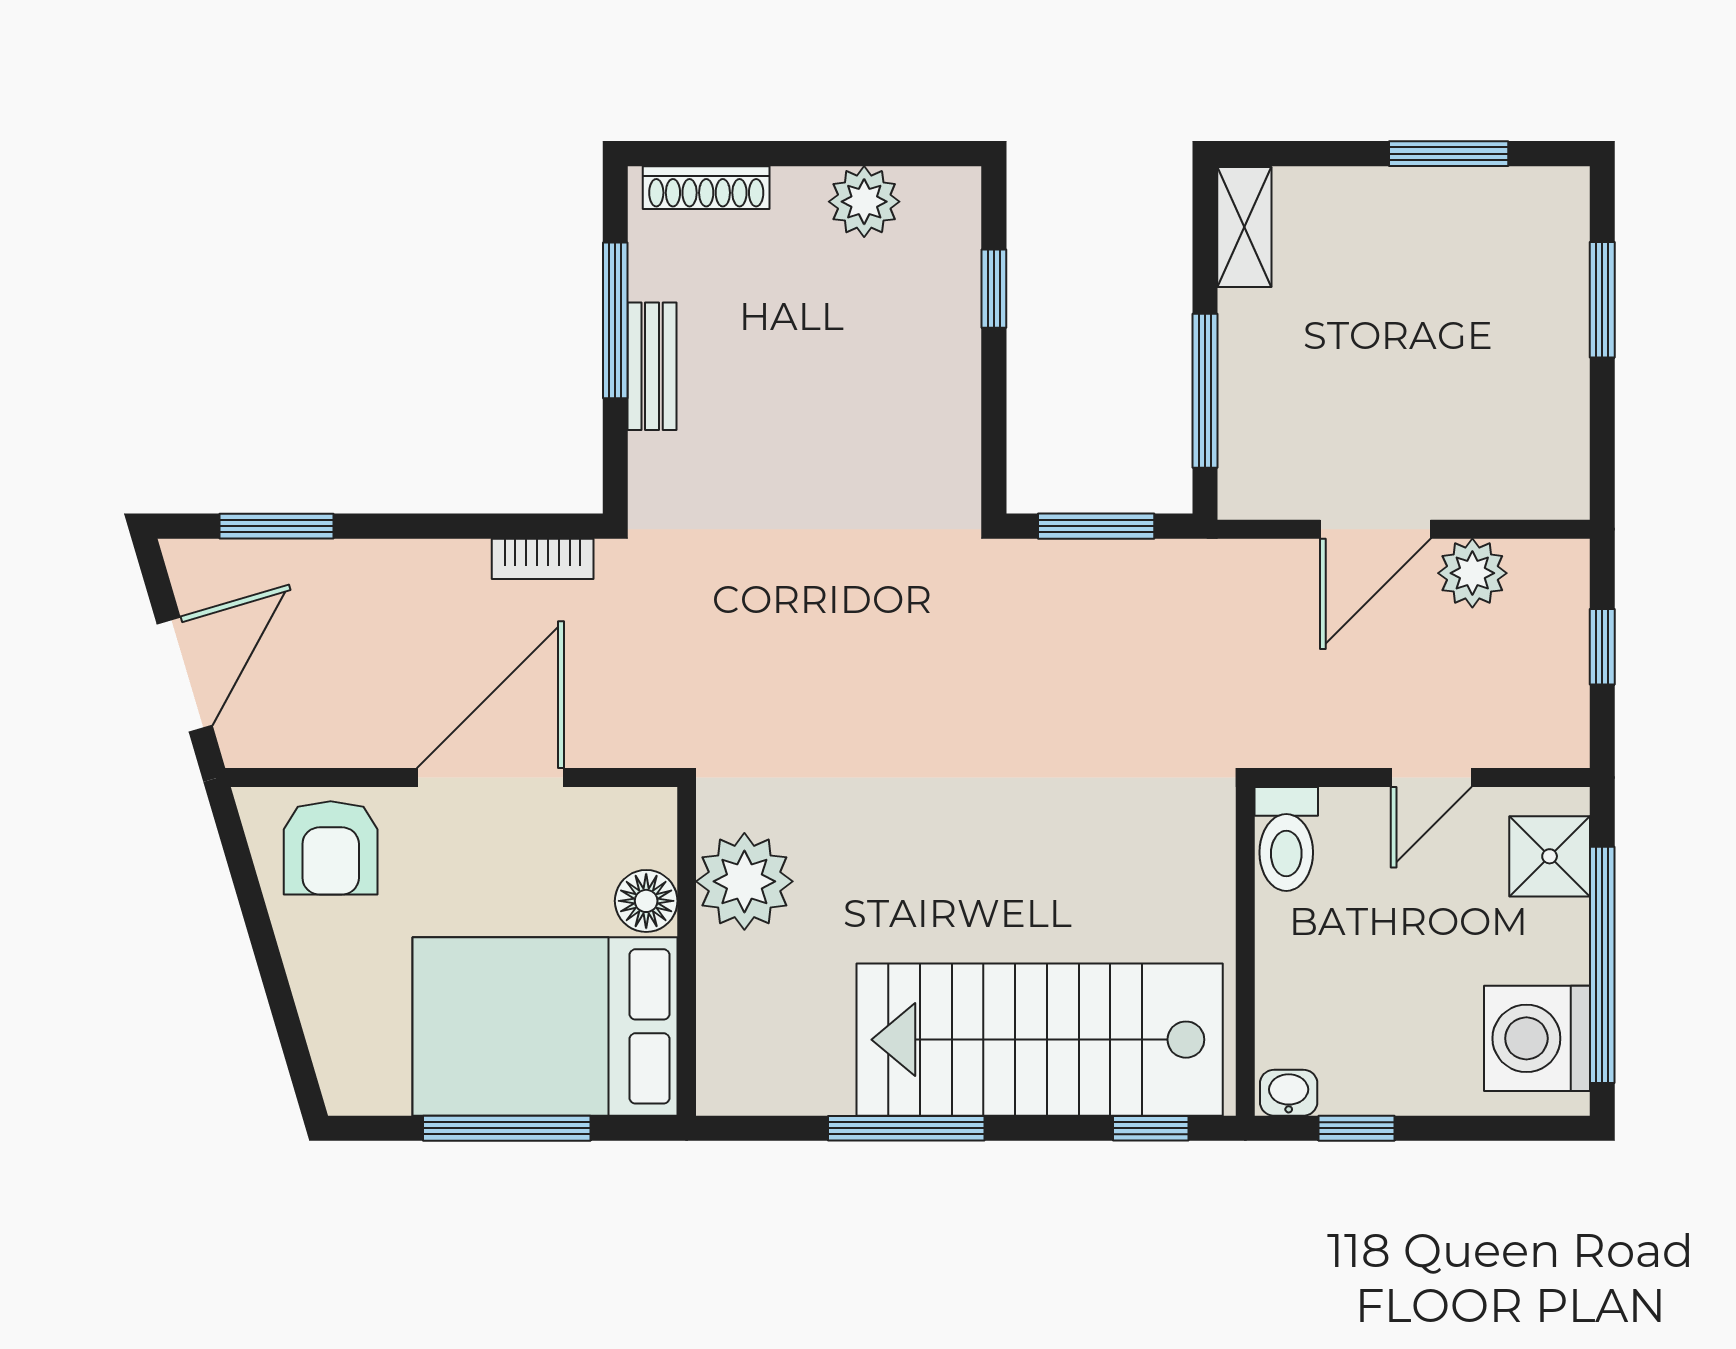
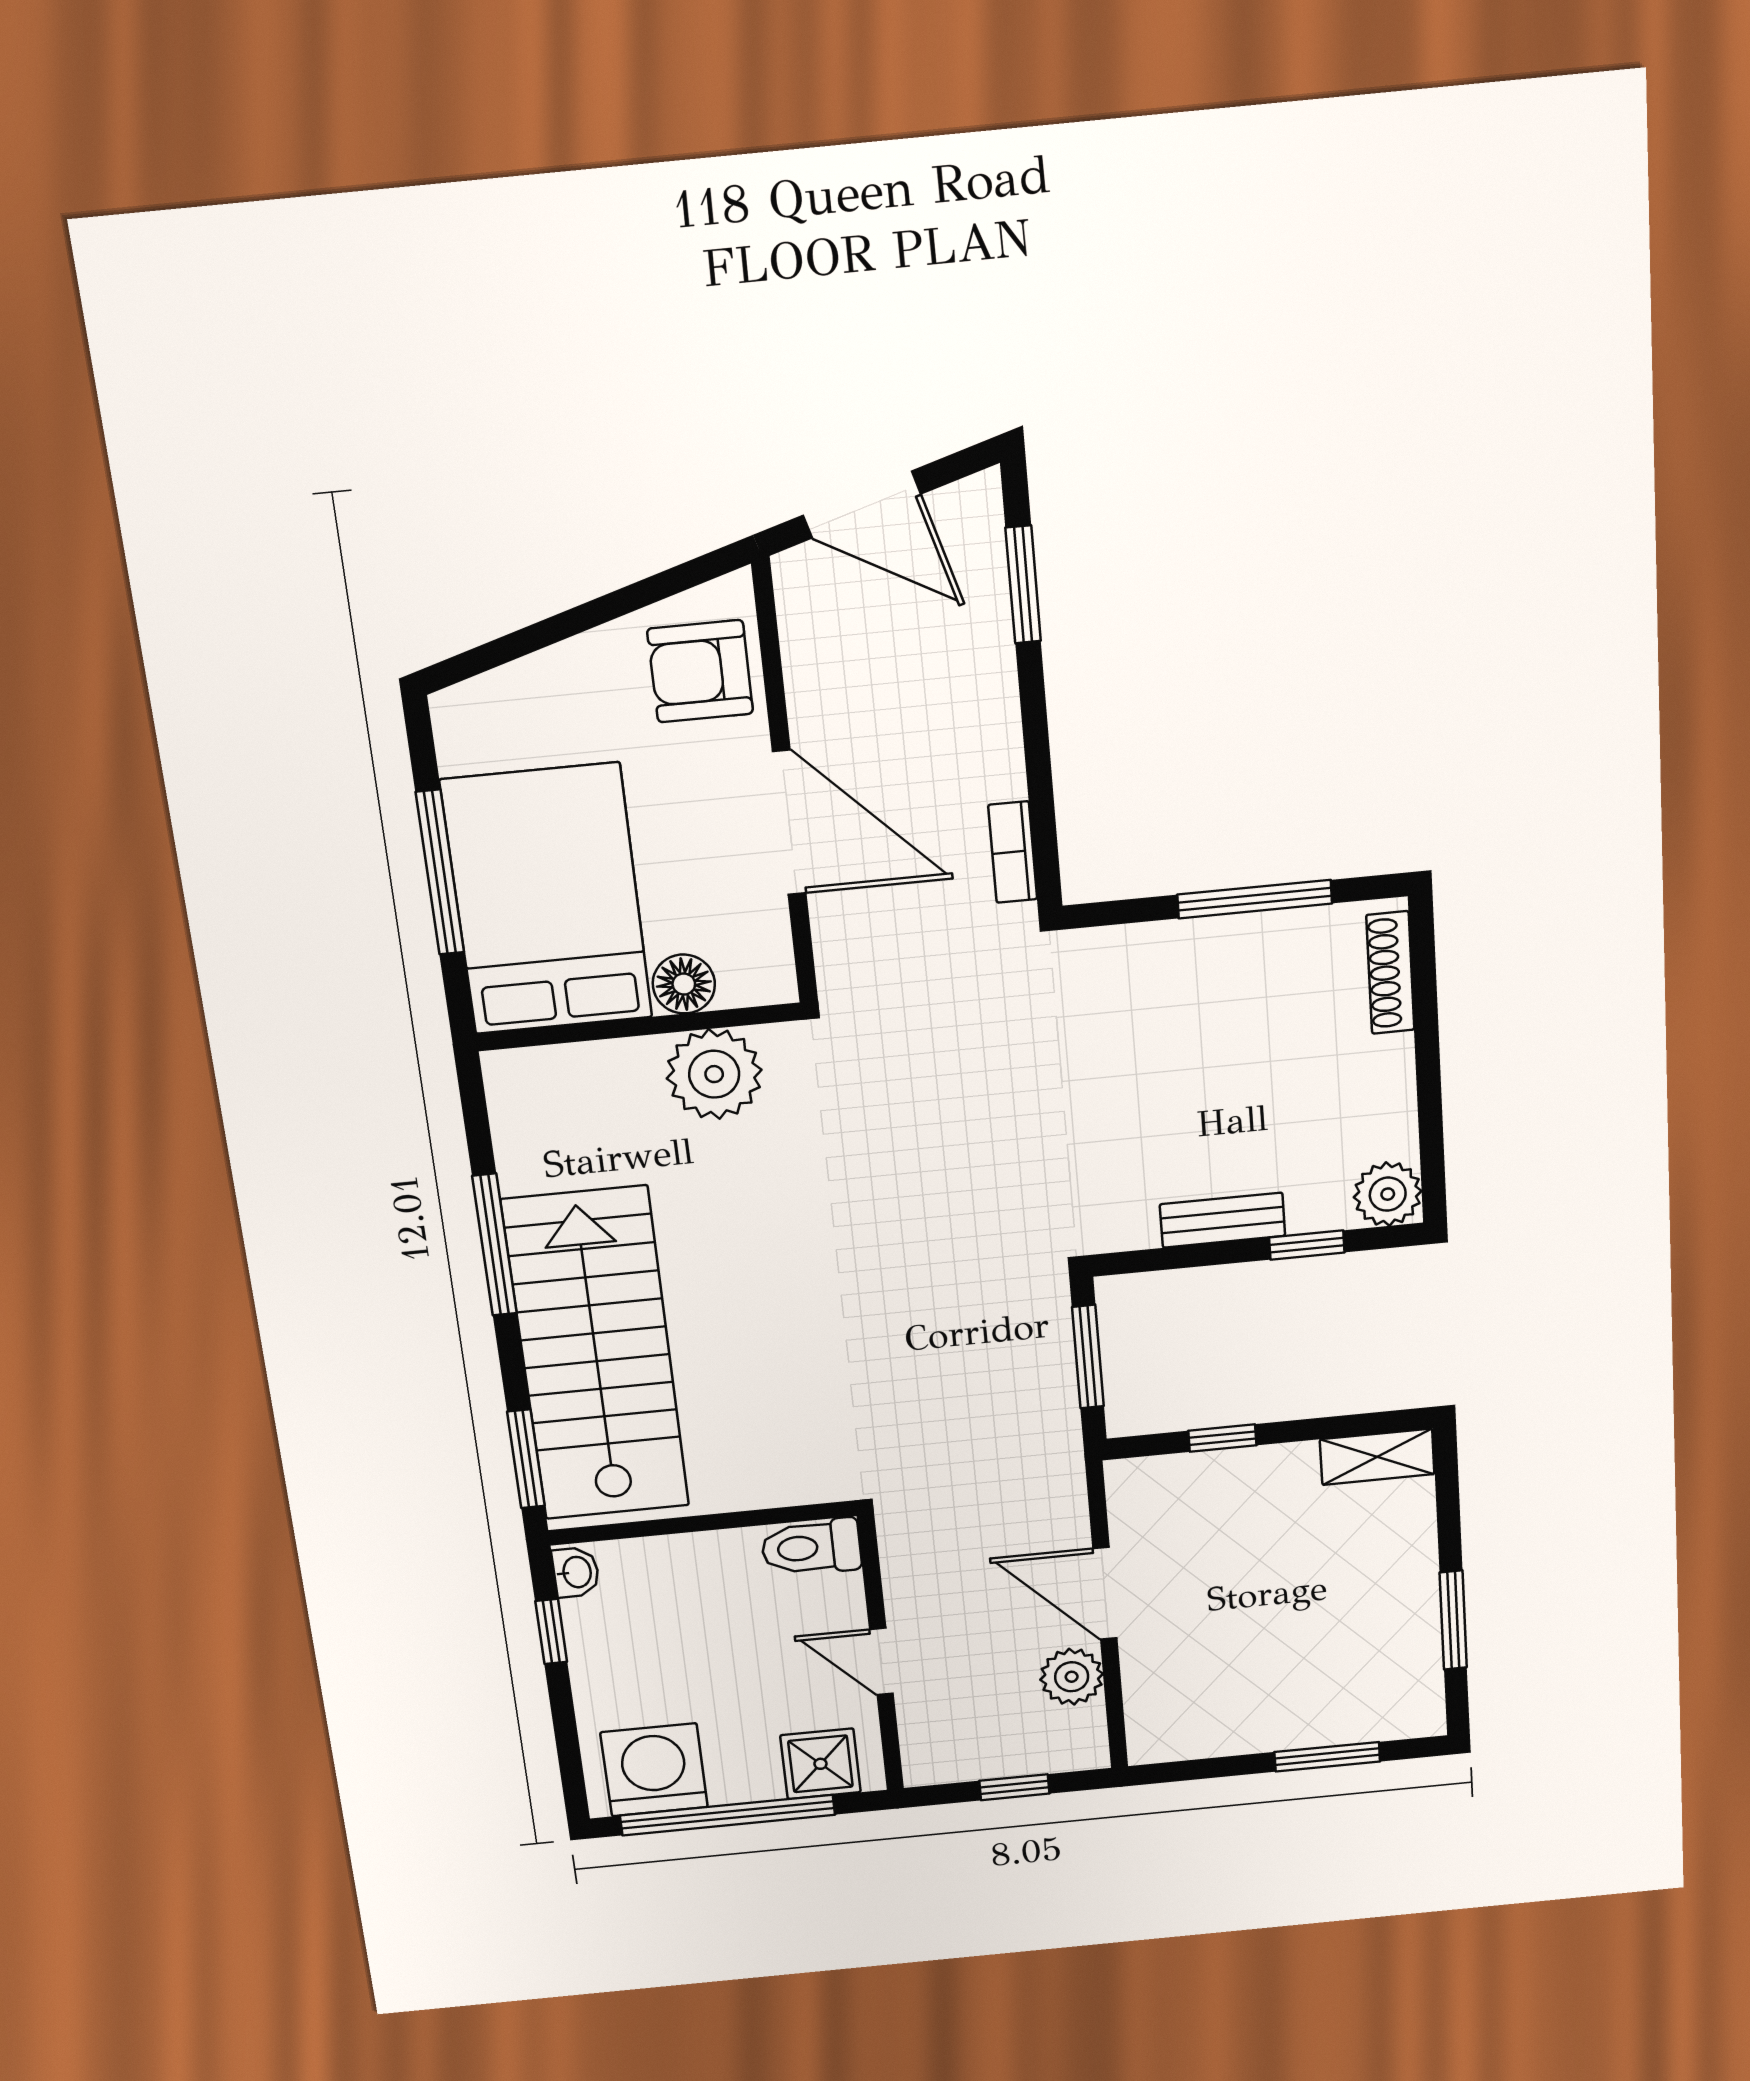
plant: (864, 202) -> (1388, 1194), moved
bench: (652, 366) -> (1222, 1220), moved
window: (1205, 391) -> (1222, 1438), width x0.46
window: (1151, 1128) -> (526, 1459), width x1.50

